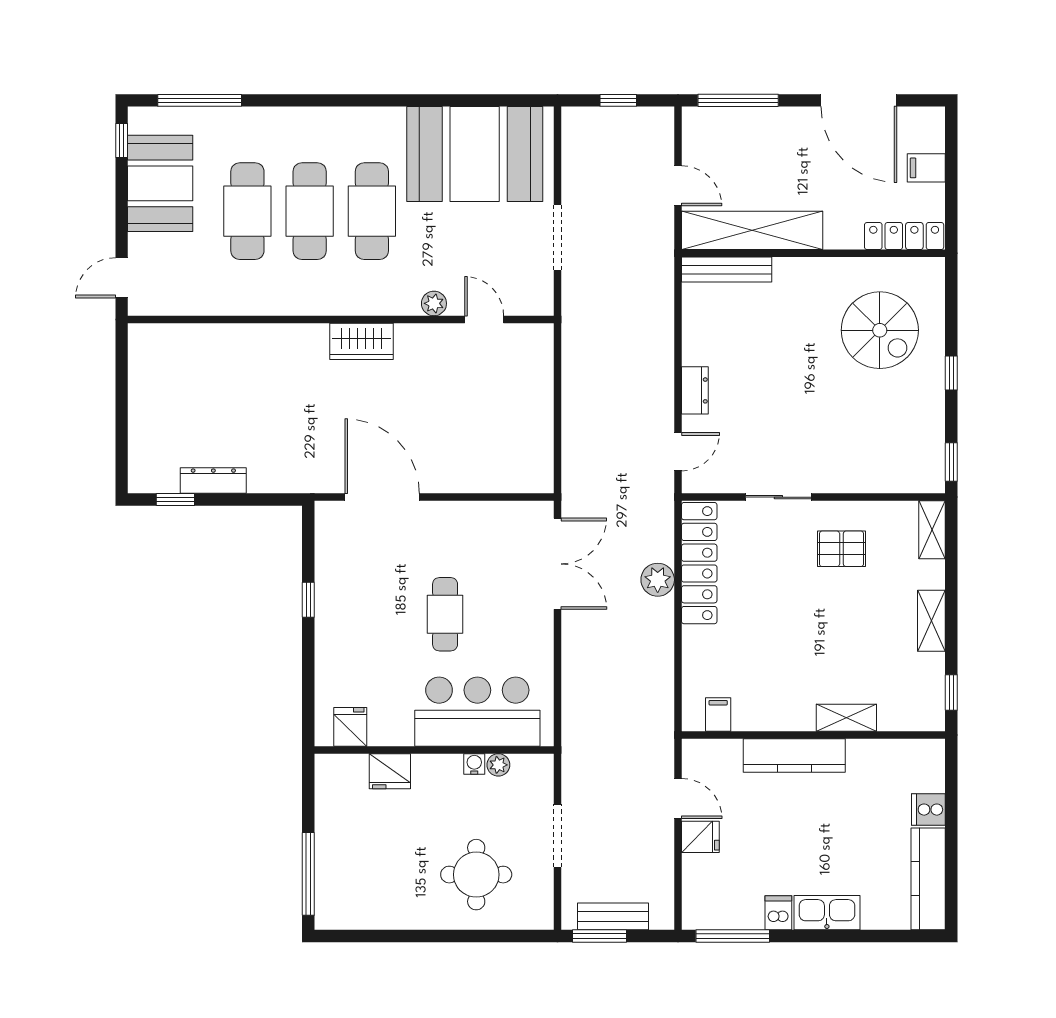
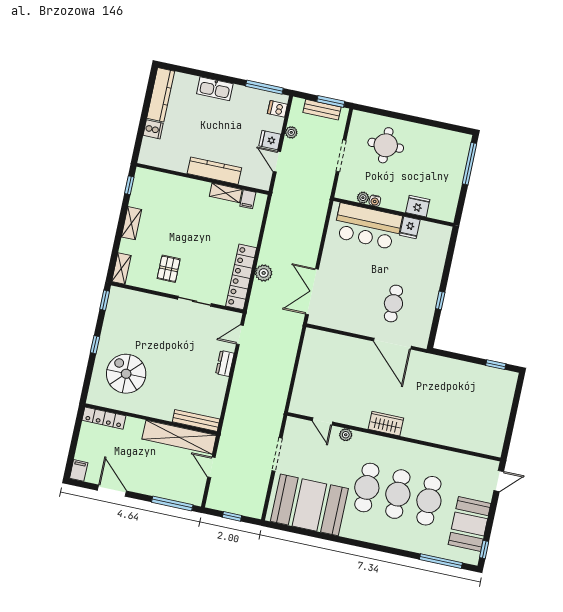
door: (859, 100) -> (112, 491), width x0.73
filing cabinet: (926, 168) -> (79, 470), moved, turned -90
dresser: (213, 481) -> (475, 370), removed
pallet: (841, 549) -> (169, 269), turned 90
cafe table: (445, 614) -> (393, 303), moved
shelving: (846, 718) -> (226, 193), moved
fridge: (350, 727) -> (410, 228), moved
plant: (663, 860) -> (291, 132), added
dishwasher: (778, 913) -> (277, 109), moved, turned 90

